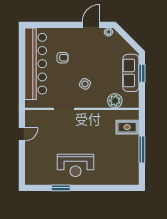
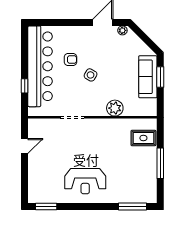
window: (22, 81) -> (25, 86), added
side table: (85, 84) -> (91, 75), moved
plant: (115, 101) -> (115, 108), moved
window: (61, 188) -> (46, 207), moved
window: (117, 188) -> (133, 207), added

